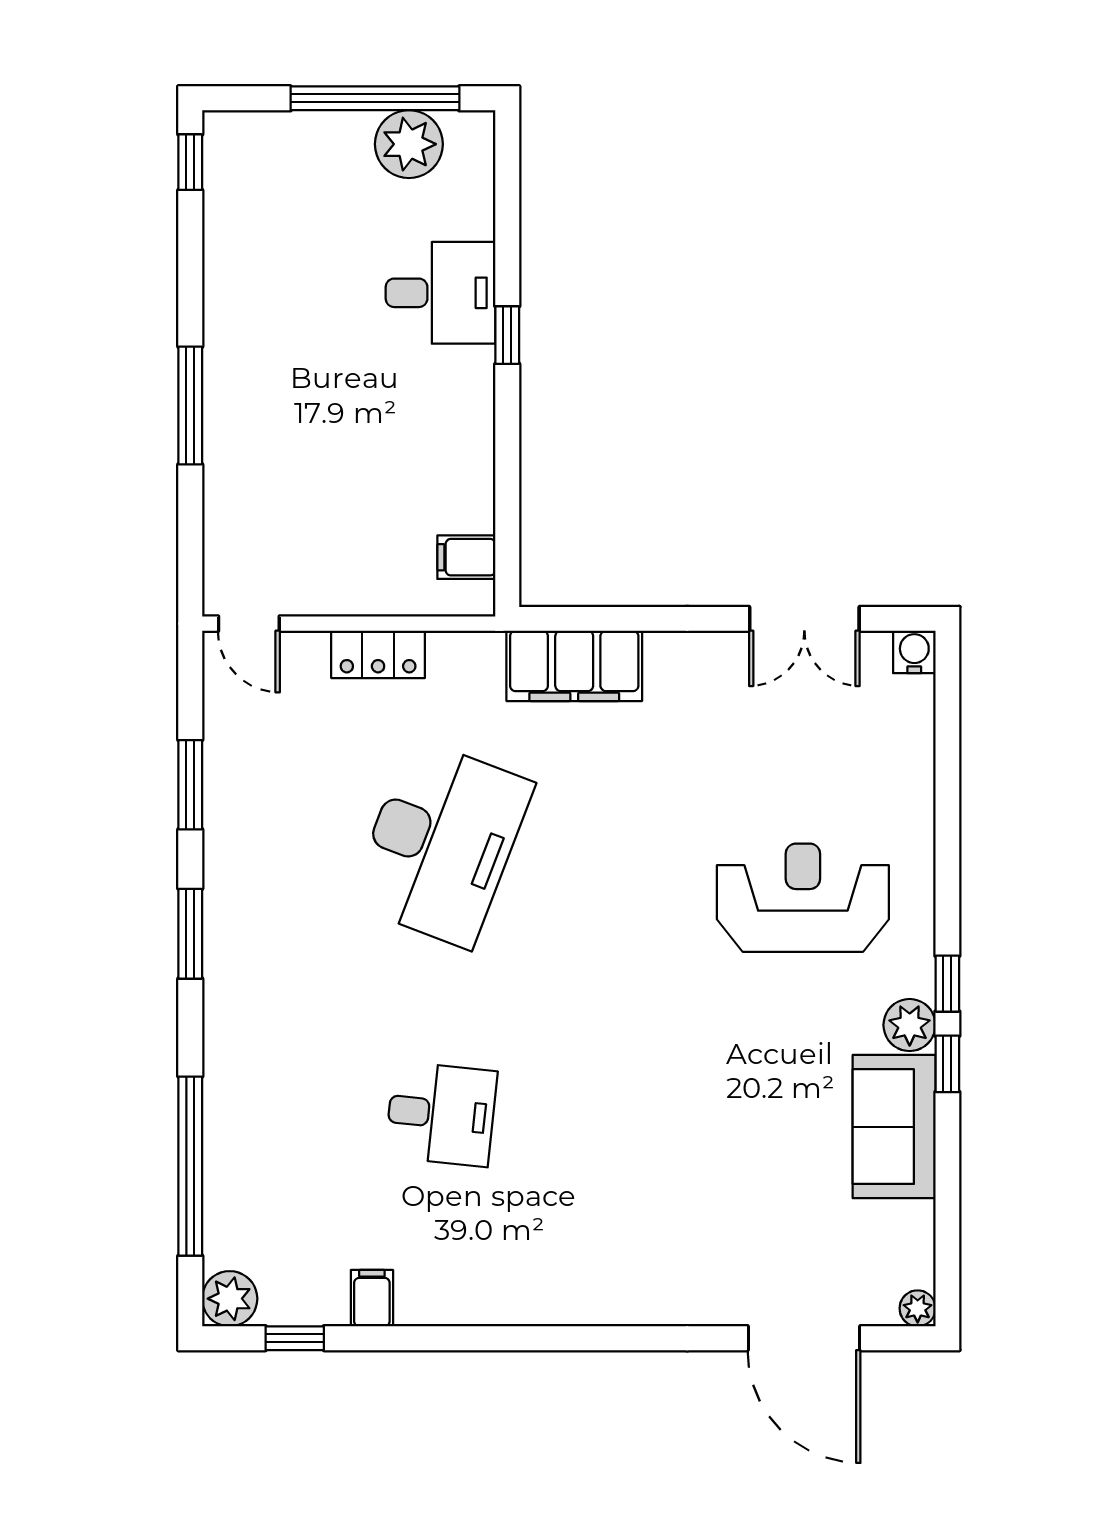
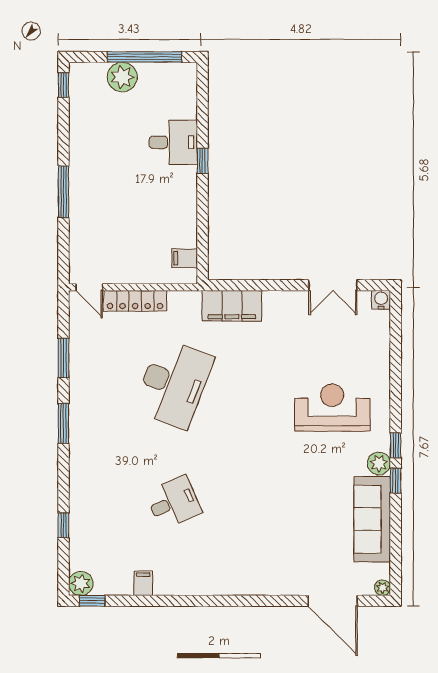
plant: (409, 144) -> (122, 77), moved
locker: (378, 654) -> (135, 301), width x1.53
desk: (441, 1114) -> (173, 502), turned -30
sofa: (894, 1127) -> (372, 519), width x1.36
window: (190, 1166) -> (63, 525), width x0.32
window: (295, 1338) -> (92, 601), moved

